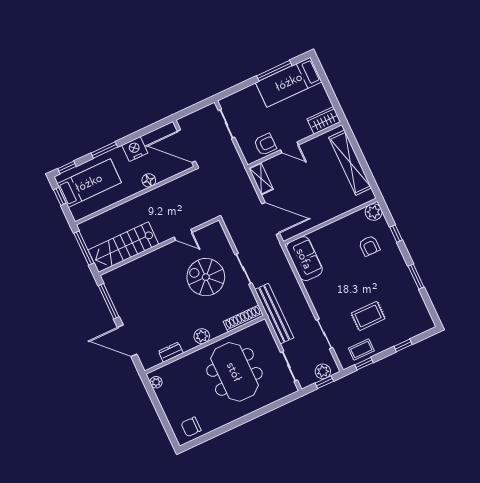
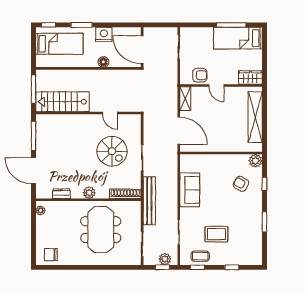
window: (60, 196) -> (34, 44), removed
armchair: (369, 246) -> (241, 184), turned 120
sofa: (304, 259) -> (190, 190), moved
spiral stairs: (206, 277) -> (112, 151), turned 180

